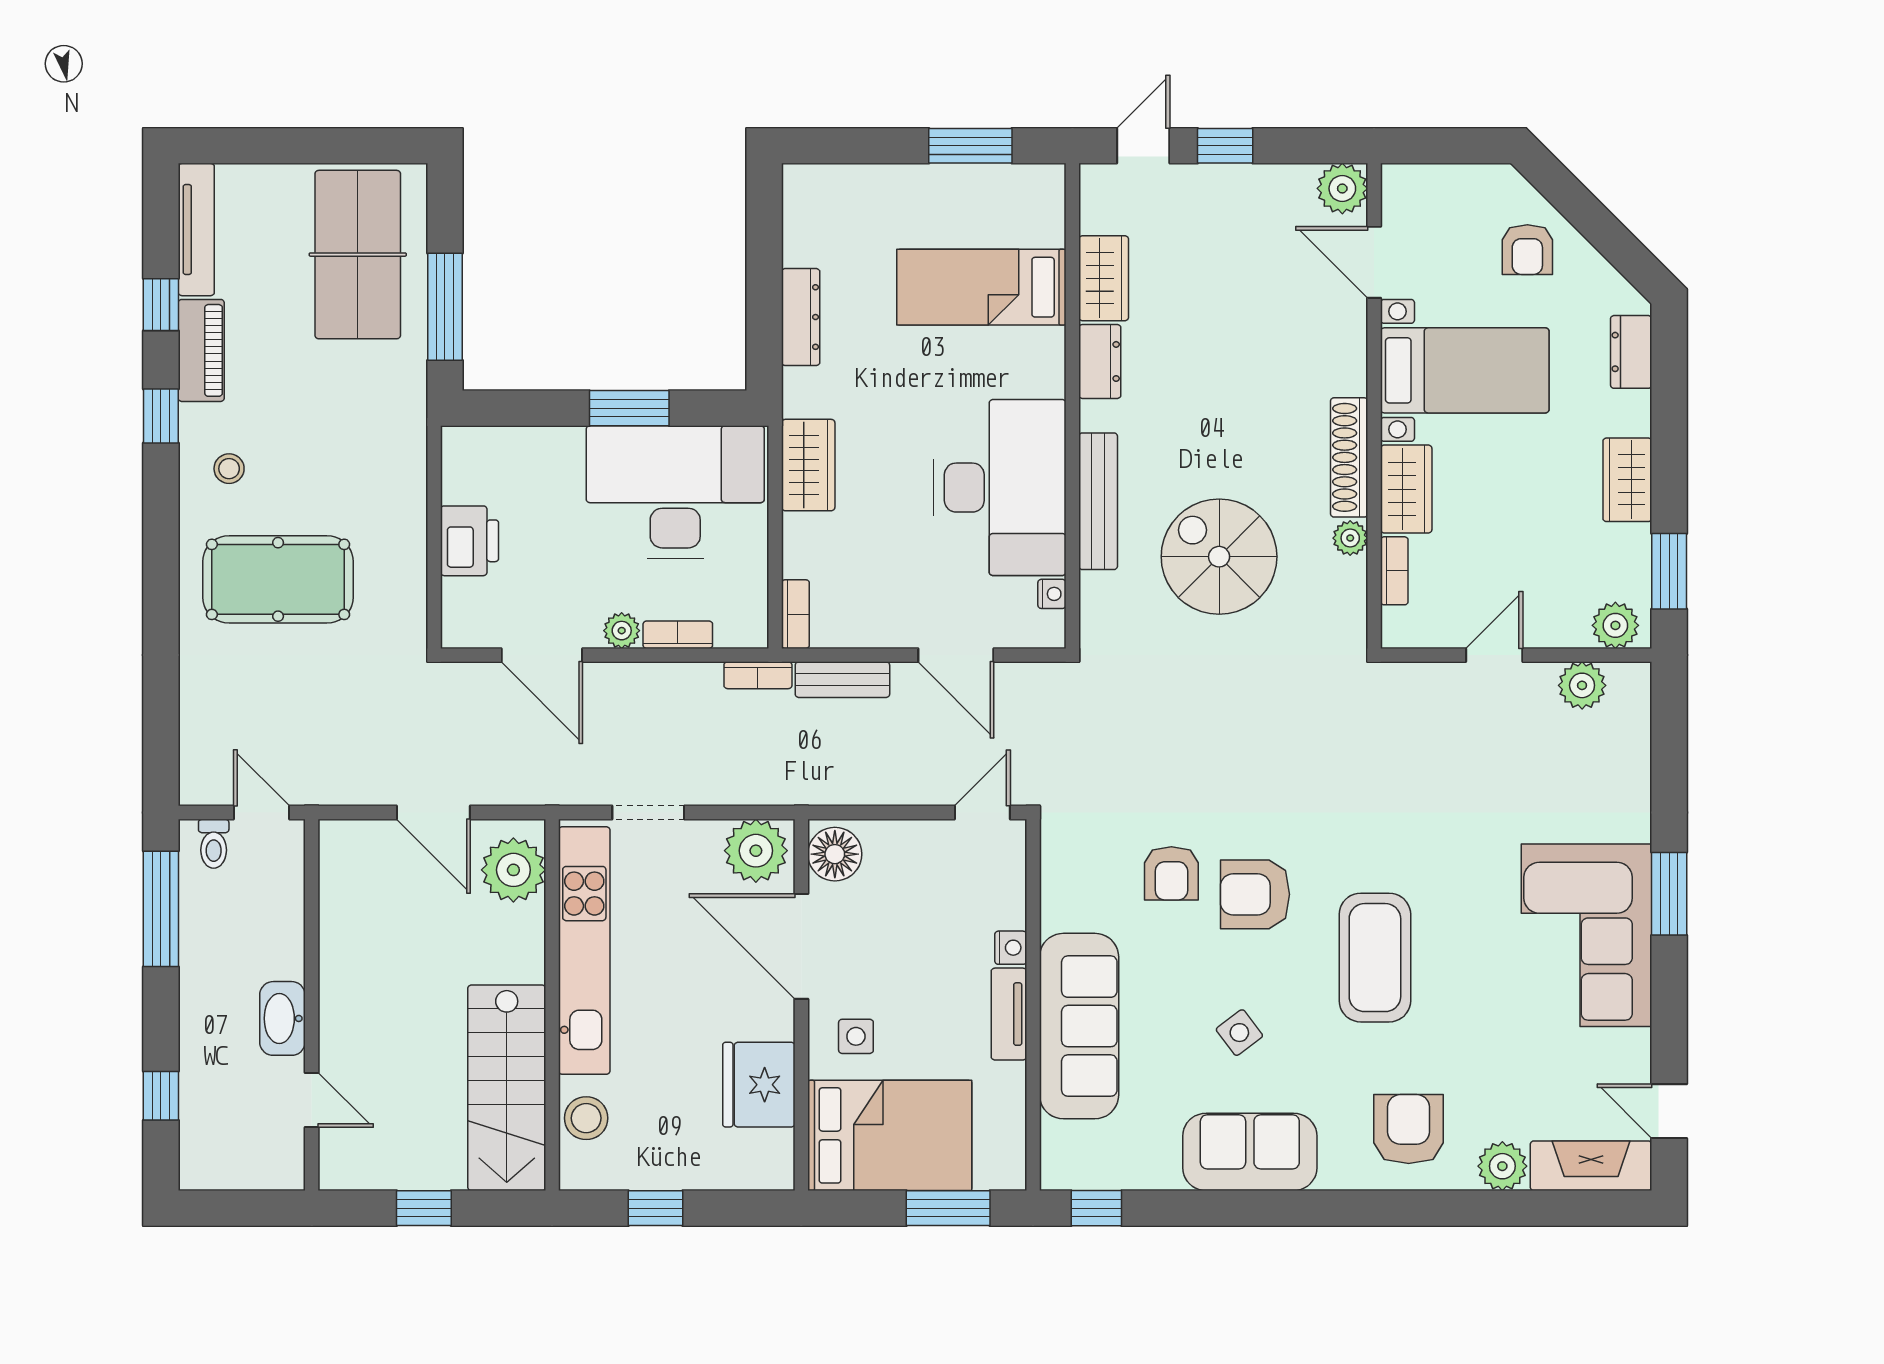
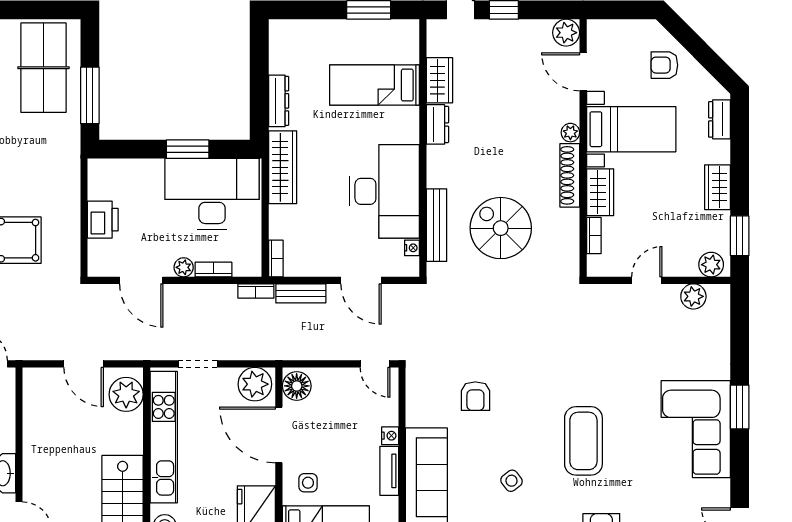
armchair: (1527, 250) -> (664, 65), turned 90
wardrobe: (808, 465) -> (283, 167), width x1.50
bench: (1098, 501) -> (437, 225), moved
plant: (1350, 538) -> (570, 133), moved
door: (982, 813) -> (375, 364), swing flipped
armchair: (1255, 894) -> (520, 407), removed

